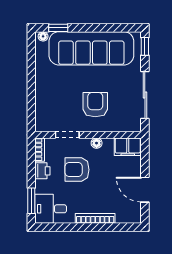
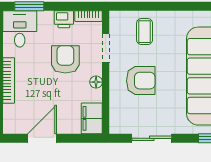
sliding door: (145, 95) -> (152, 138), width x0.73
coffee table: (53, 101) -> (145, 32), added

